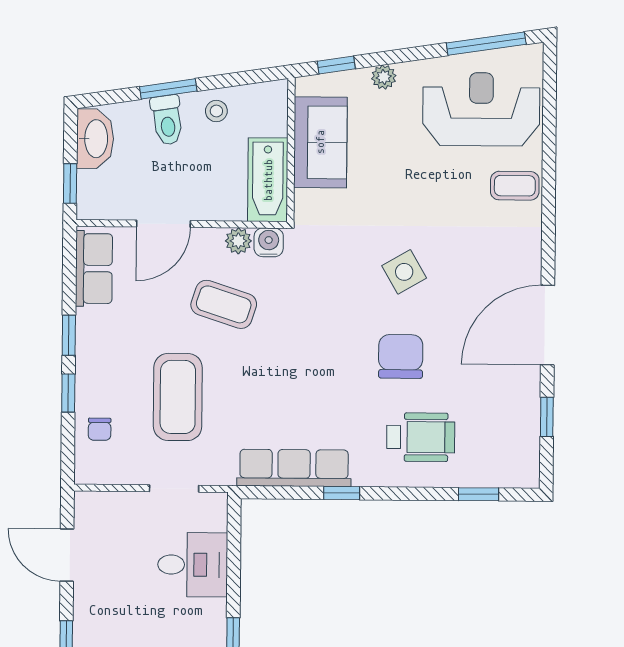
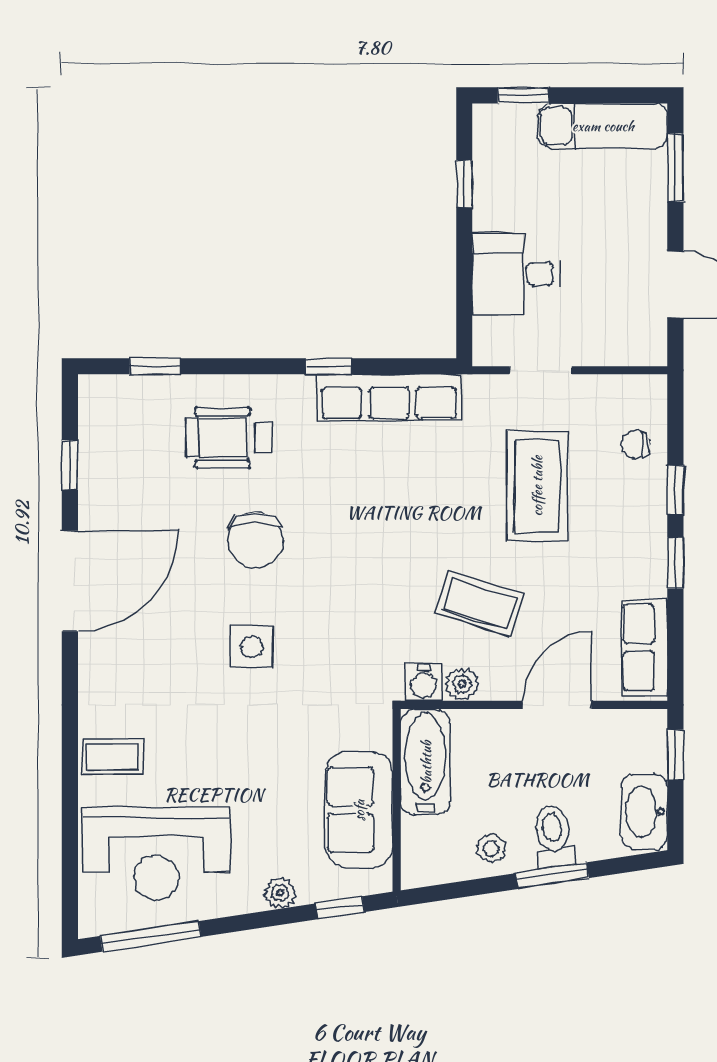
side table: (404, 272) -> (252, 647), turned 30
chair: (100, 429) -> (635, 444), turned -90

